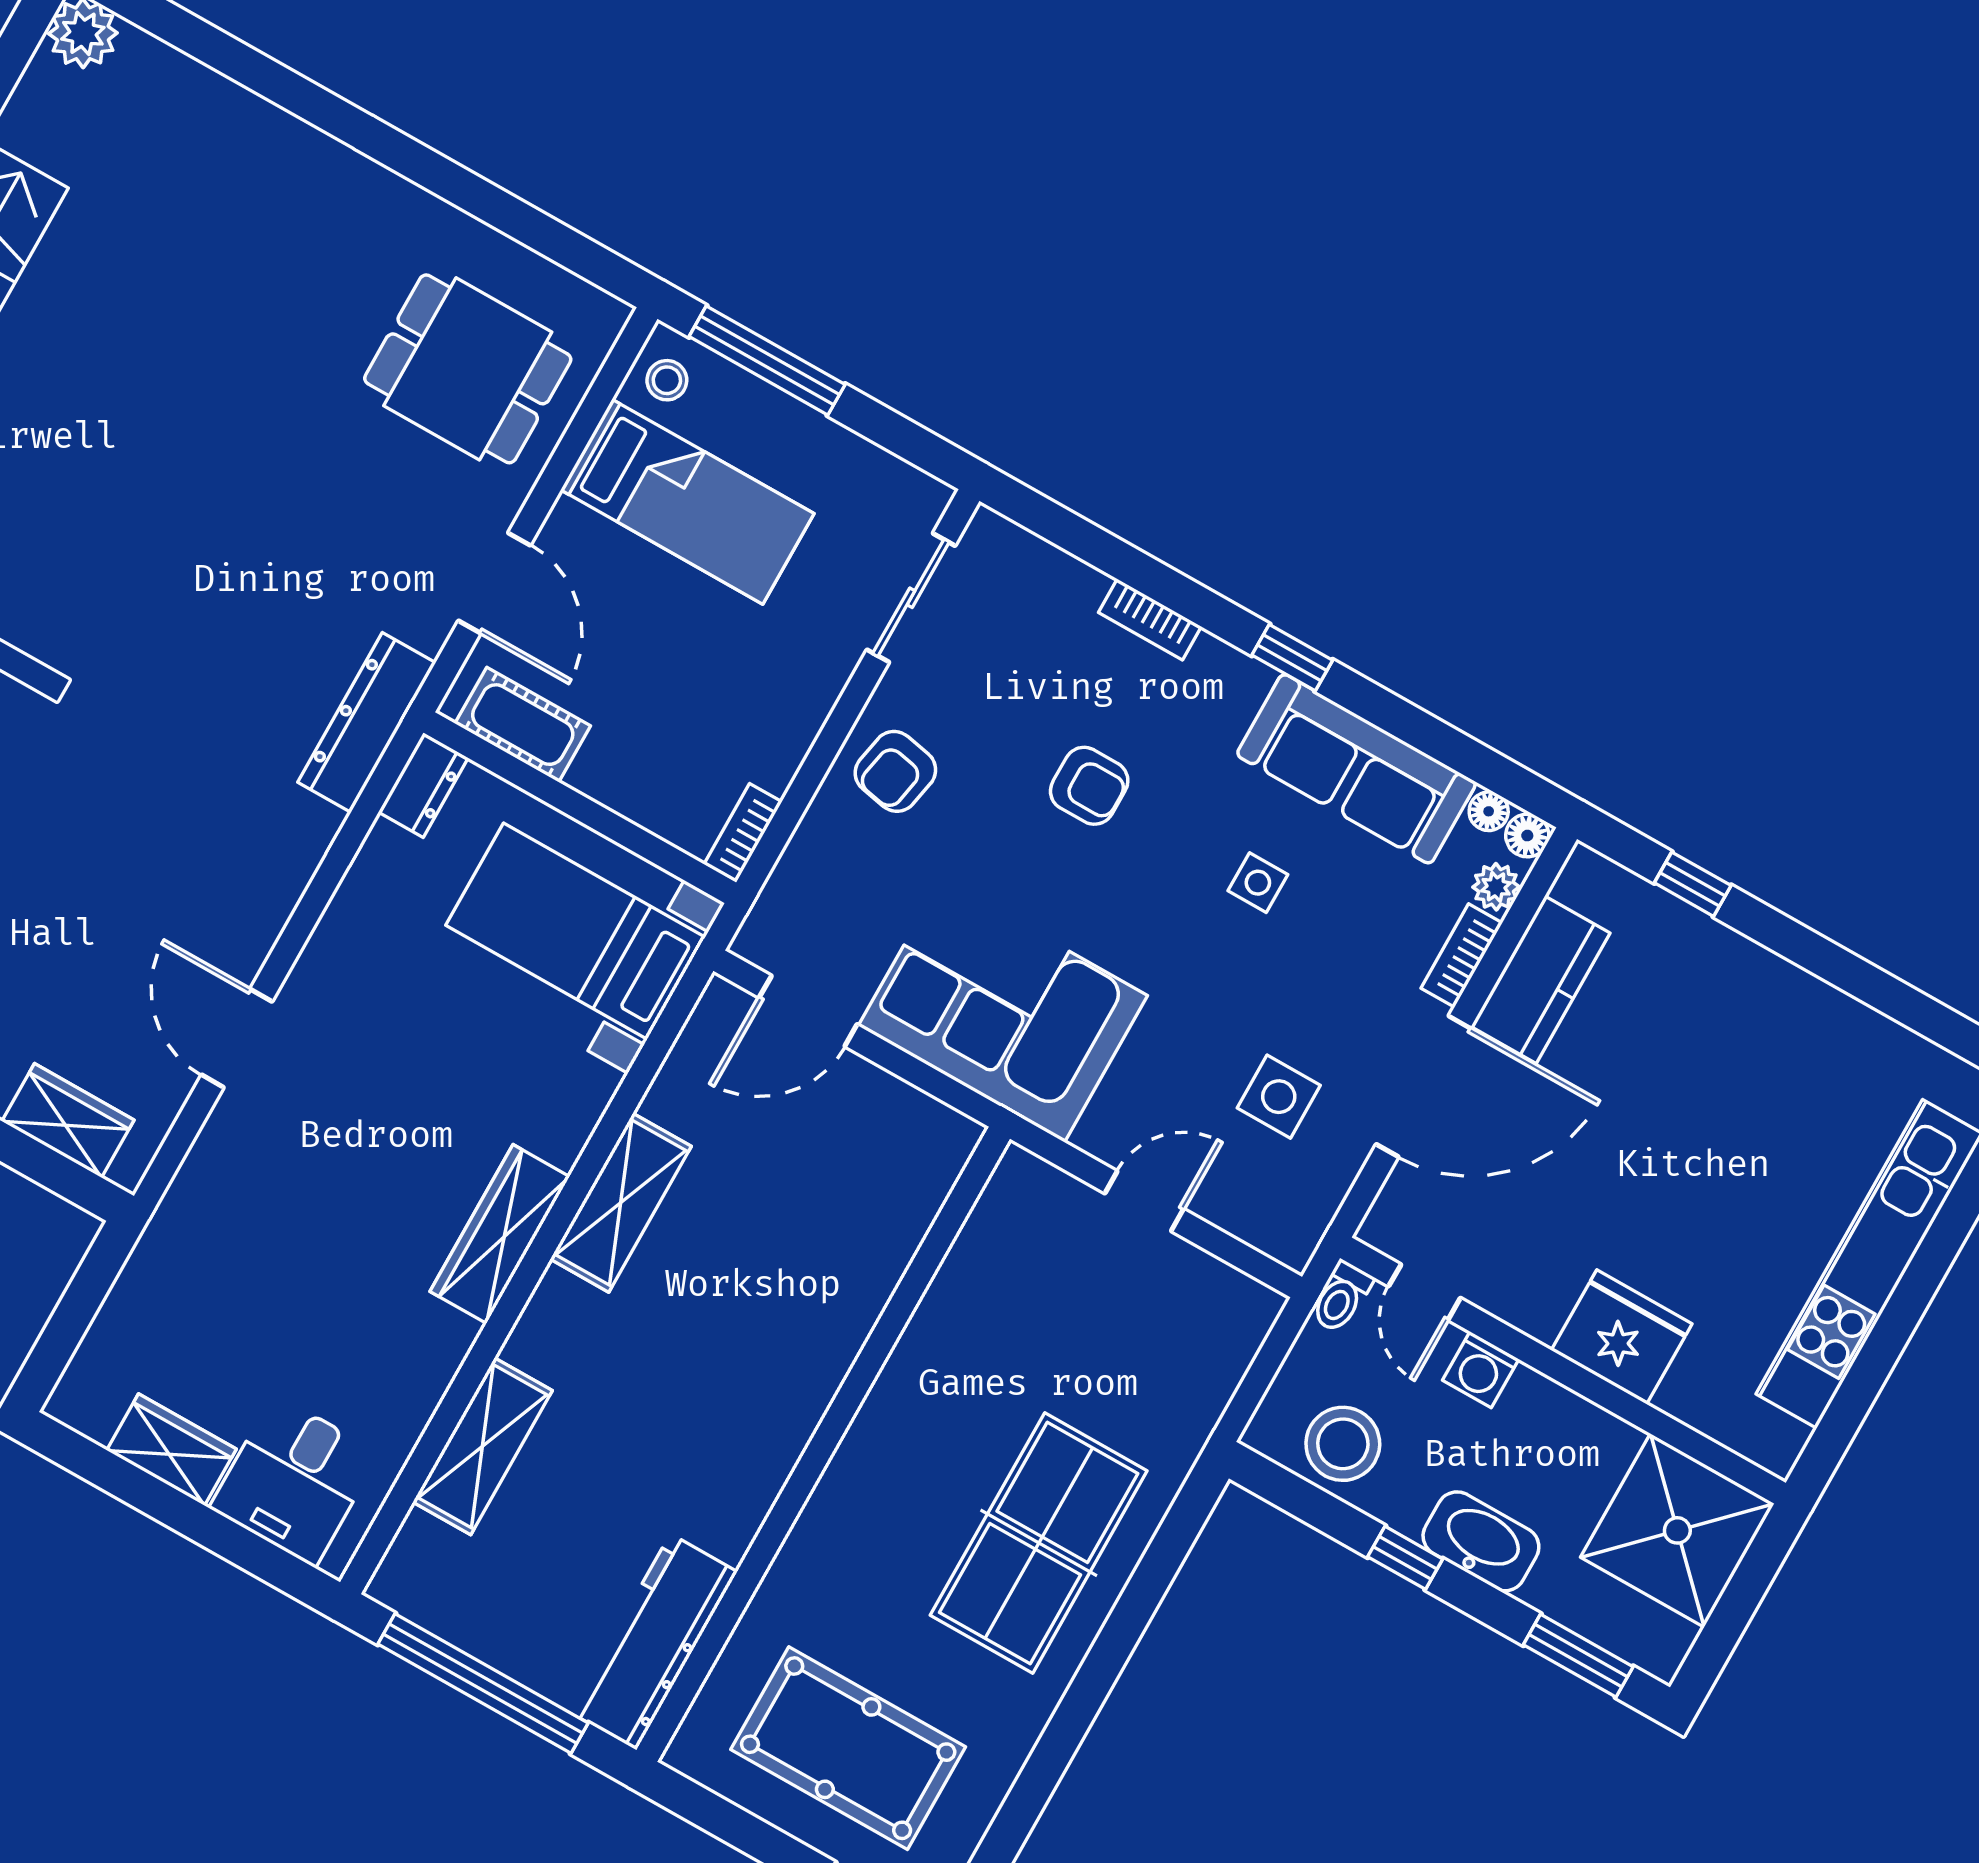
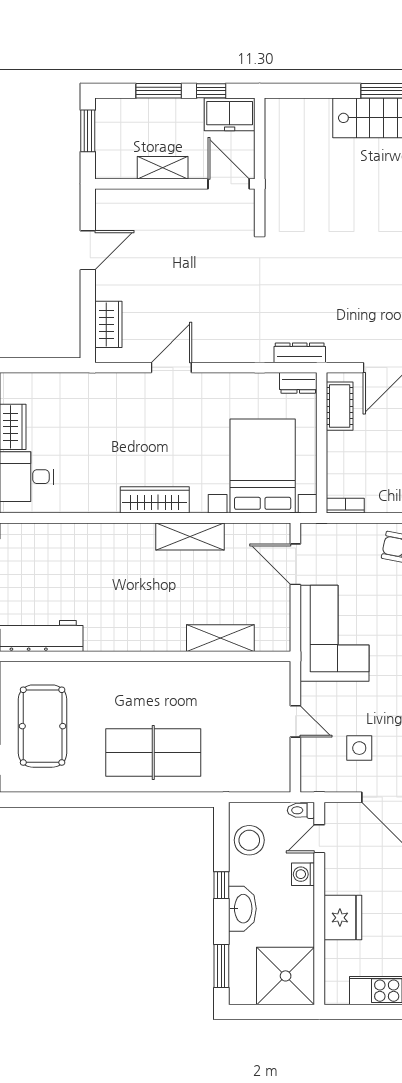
dresser: (367, 722) -> (300, 353), width x0.73, depth x0.80
bed with nightstands: (576, 931) -> (263, 466), width x1.36
shelving: (482, 1446) -> (220, 638), moved

